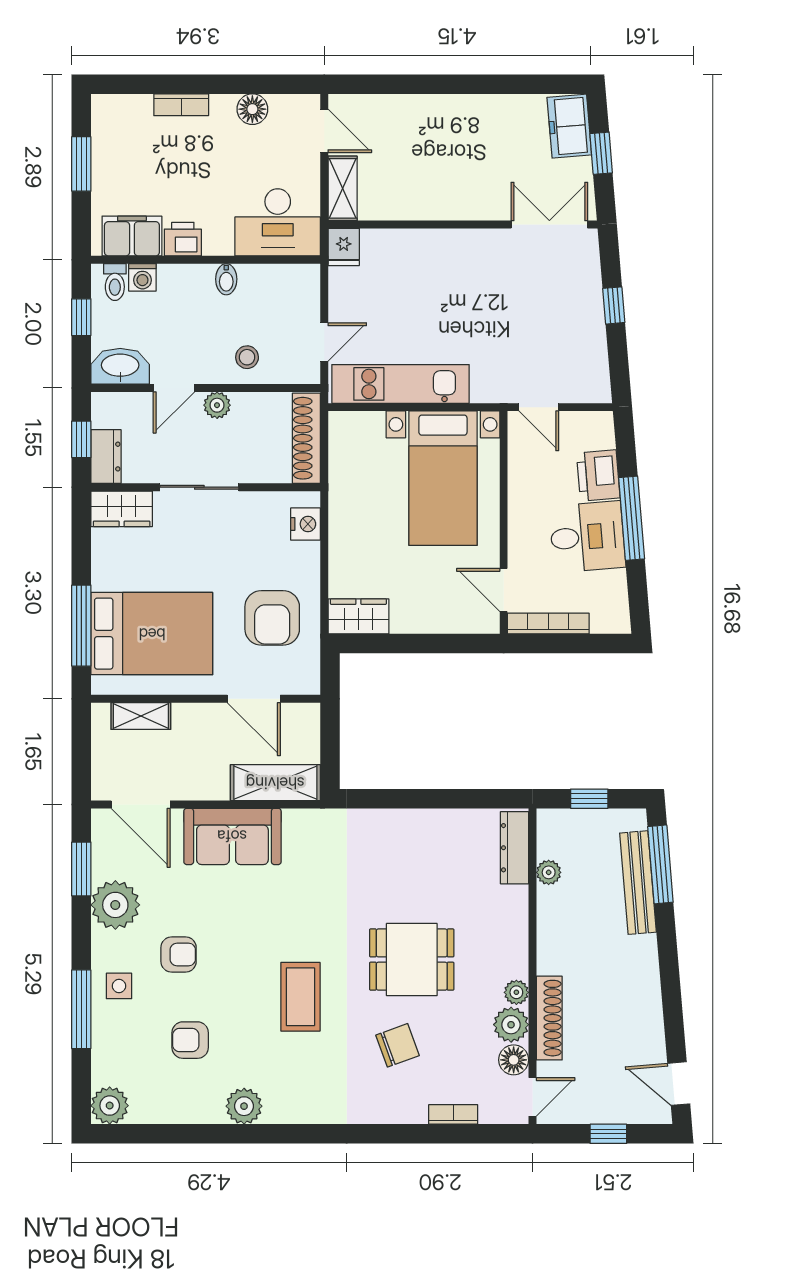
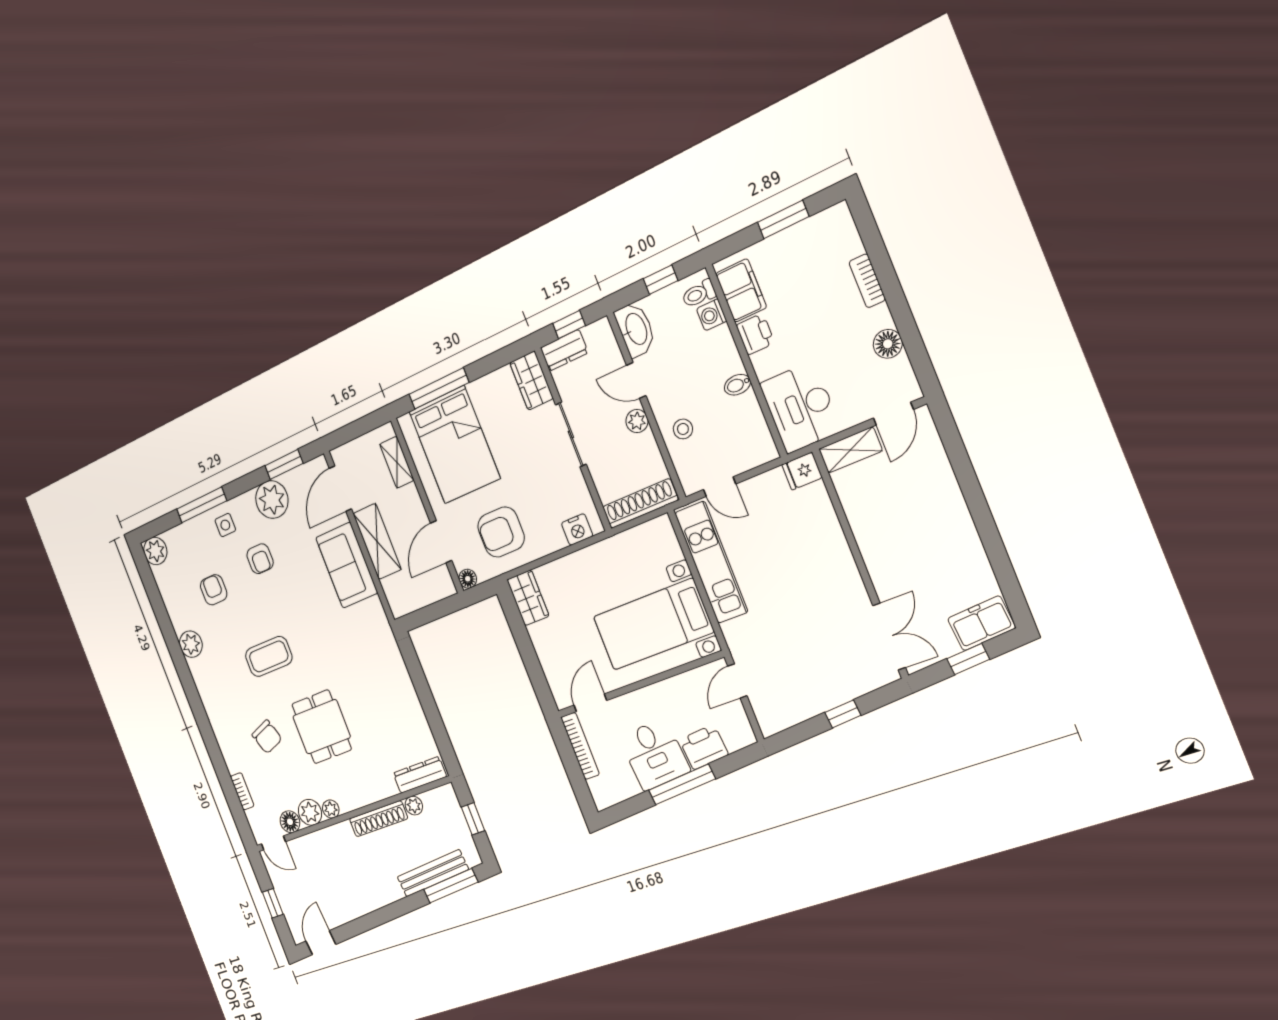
floor lamp: (309, 683) -> (468, 579), added
shelving: (275, 783) -> (377, 541), moved
shoe rack: (549, 1018) -> (378, 819), moved

